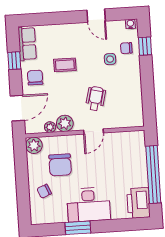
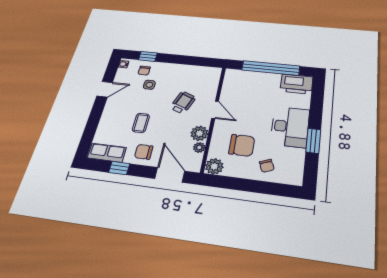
wheelchair: (96, 98) -> (183, 103), turned 98

